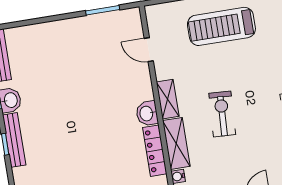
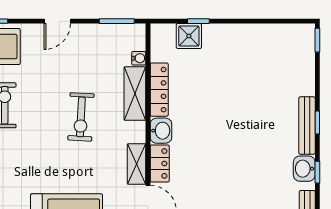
locker: (143, 83) -> (160, 163), added
shelving: (168, 99) -> (136, 164), moved

